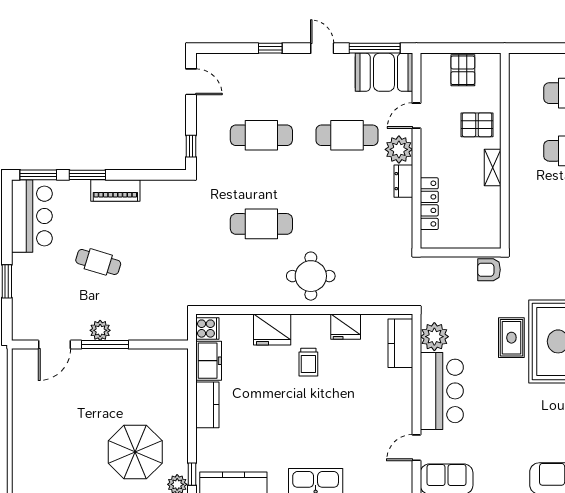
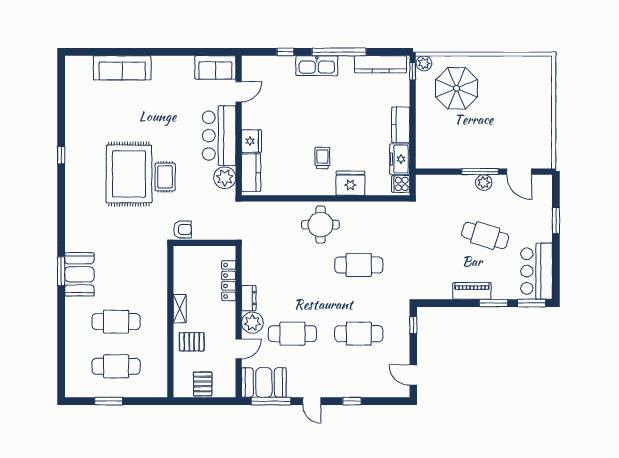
cafe table: (98, 262) -> (485, 236), width x1.37, depth x1.35
fridge: (346, 327) -> (252, 141), moved, turned 90
door: (54, 345) -> (519, 172), swing flipped

